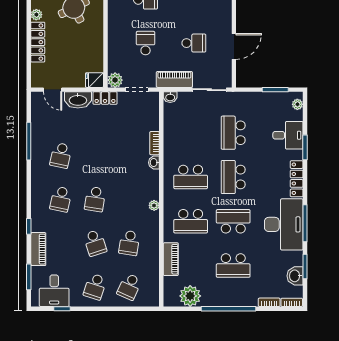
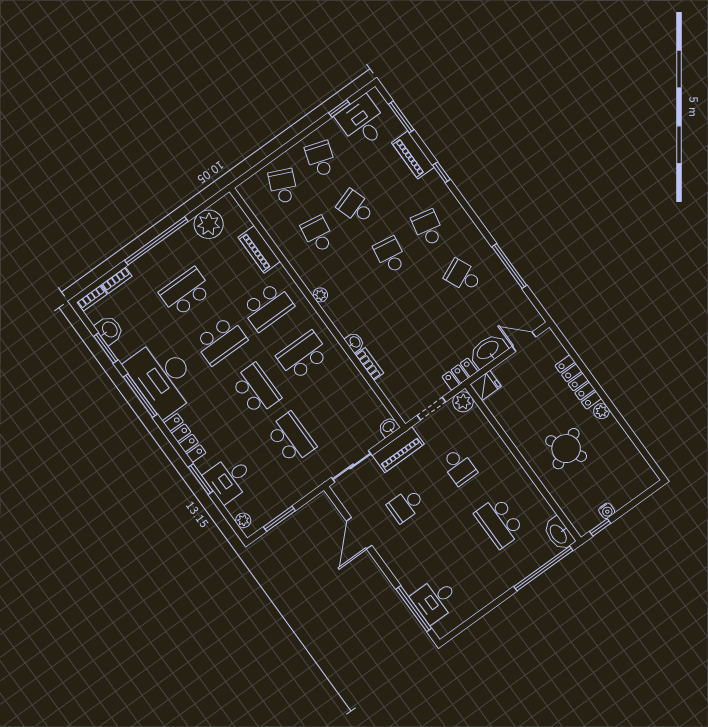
school desk: (61, 155) -> (463, 276), turned -36
school desk: (191, 221) -> (268, 307), turned 180

